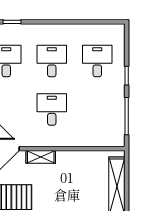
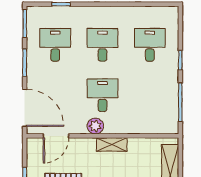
plant: (45, 139) -> (95, 126), added
shelving: (41, 157) -> (112, 144), moved

